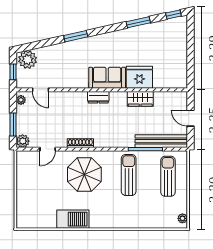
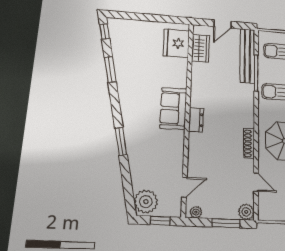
fridge: (139, 77) -> (176, 43), moved
wardrobe: (140, 99) -> (200, 48), moved

